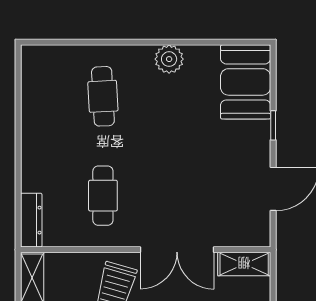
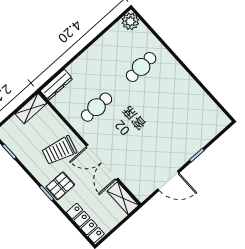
plant: (169, 59) -> (130, 21), moved
booth: (246, 82) -> (205, 125), removed

